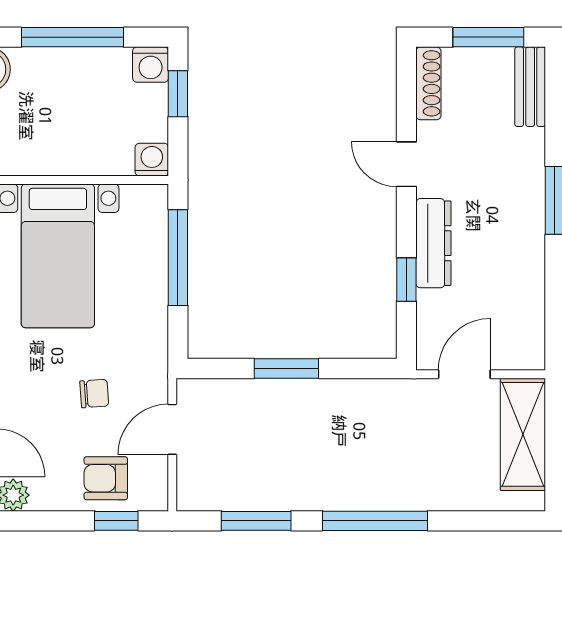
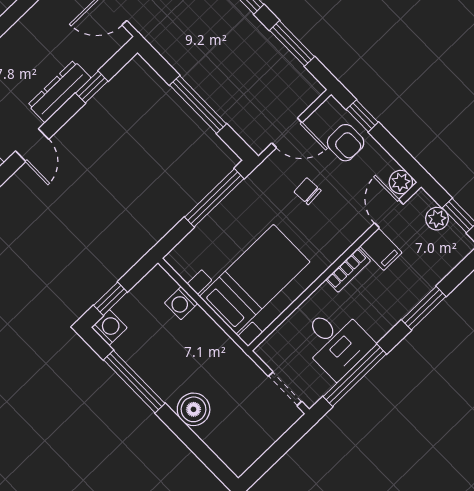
washing machine: (152, 160) -> (181, 303), moved
window: (178, 258) -> (214, 198), moved
window: (286, 369) -> (198, 104), width x1.44

